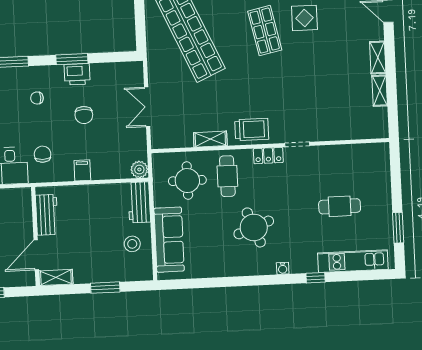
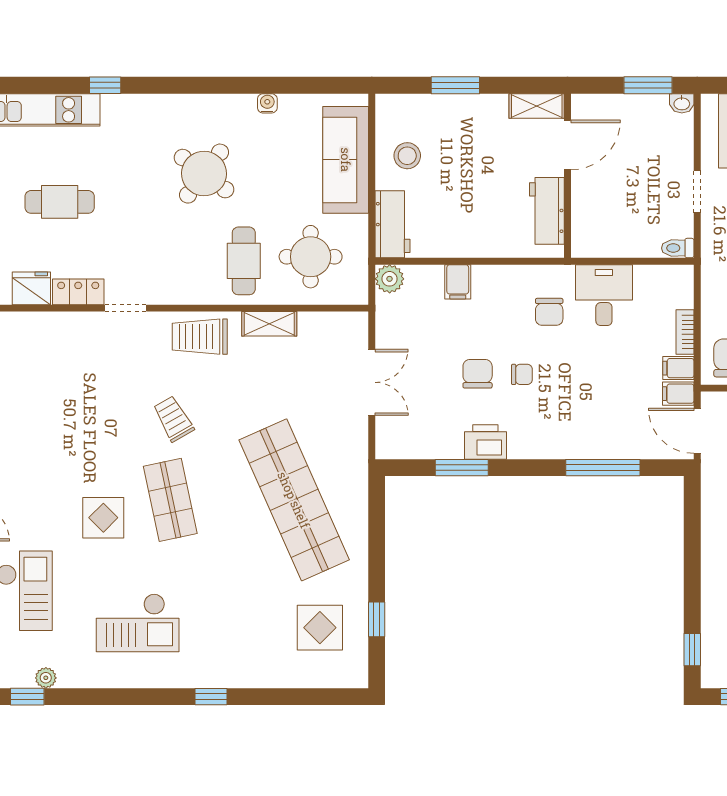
window: (72, 59) -> (462, 468), moved
trolley: (265, 79) -> (173, 419), added
chair: (37, 98) -> (522, 374), moved
fridge: (354, 154) -> (31, 288), added
locker: (268, 156) -> (78, 292), moved
filing cabinet: (82, 170) -> (458, 282), moved
round table: (254, 227) -> (204, 174), turned -32
water cooler: (283, 268) -> (267, 103), moved

